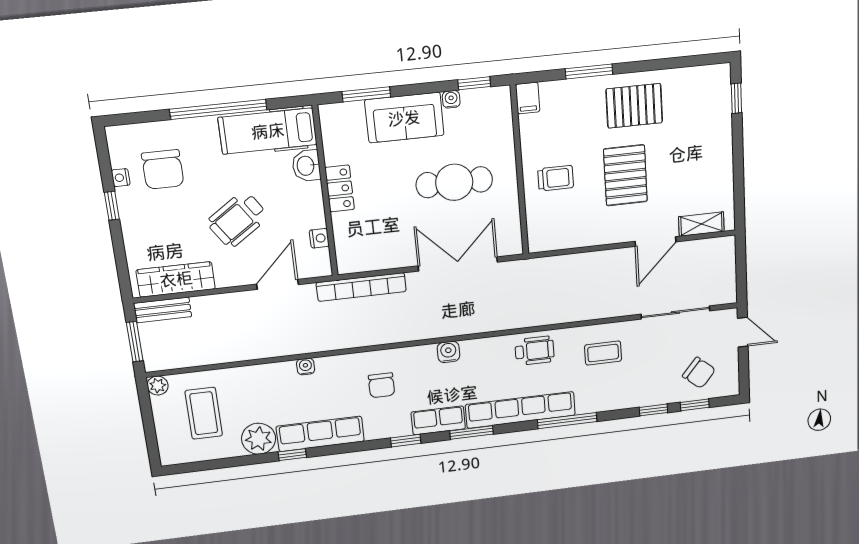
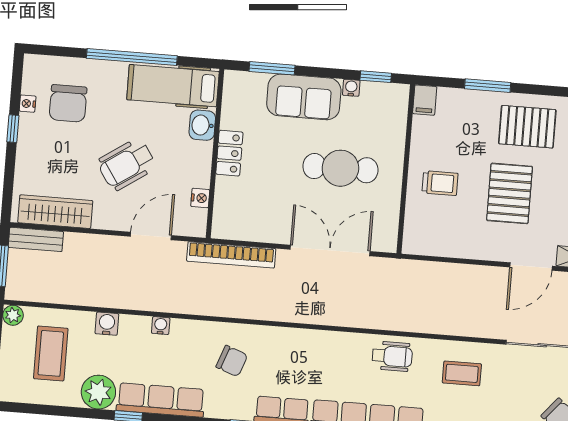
water cooler: (448, 352) -> (107, 324), moved
chair: (382, 385) -> (232, 361), turned -70

